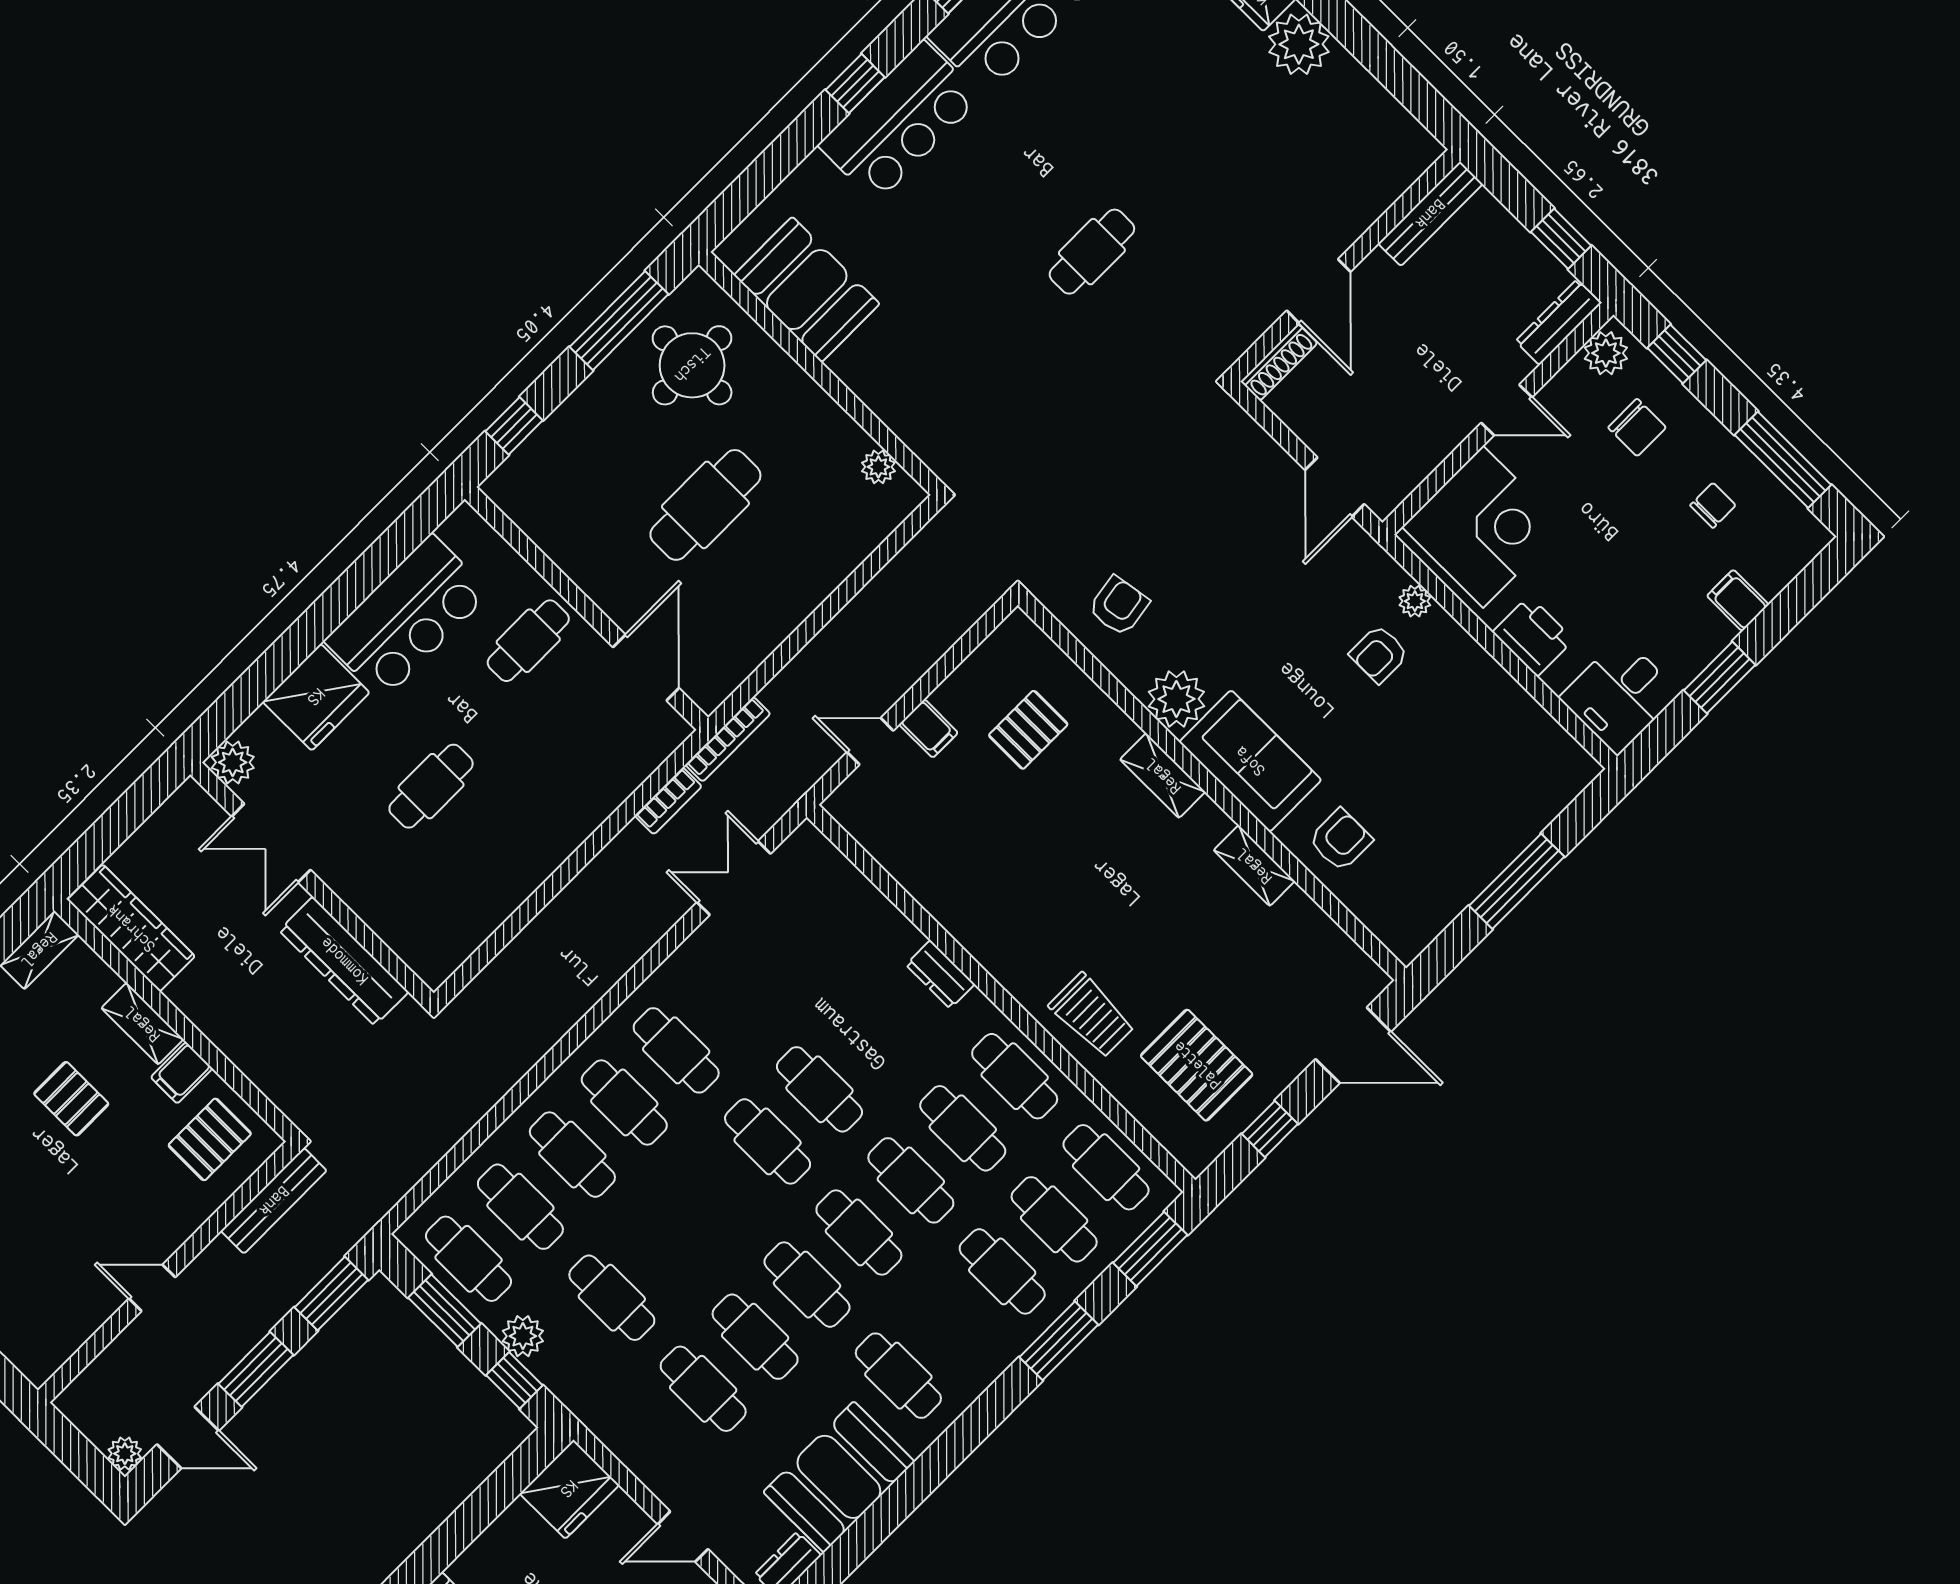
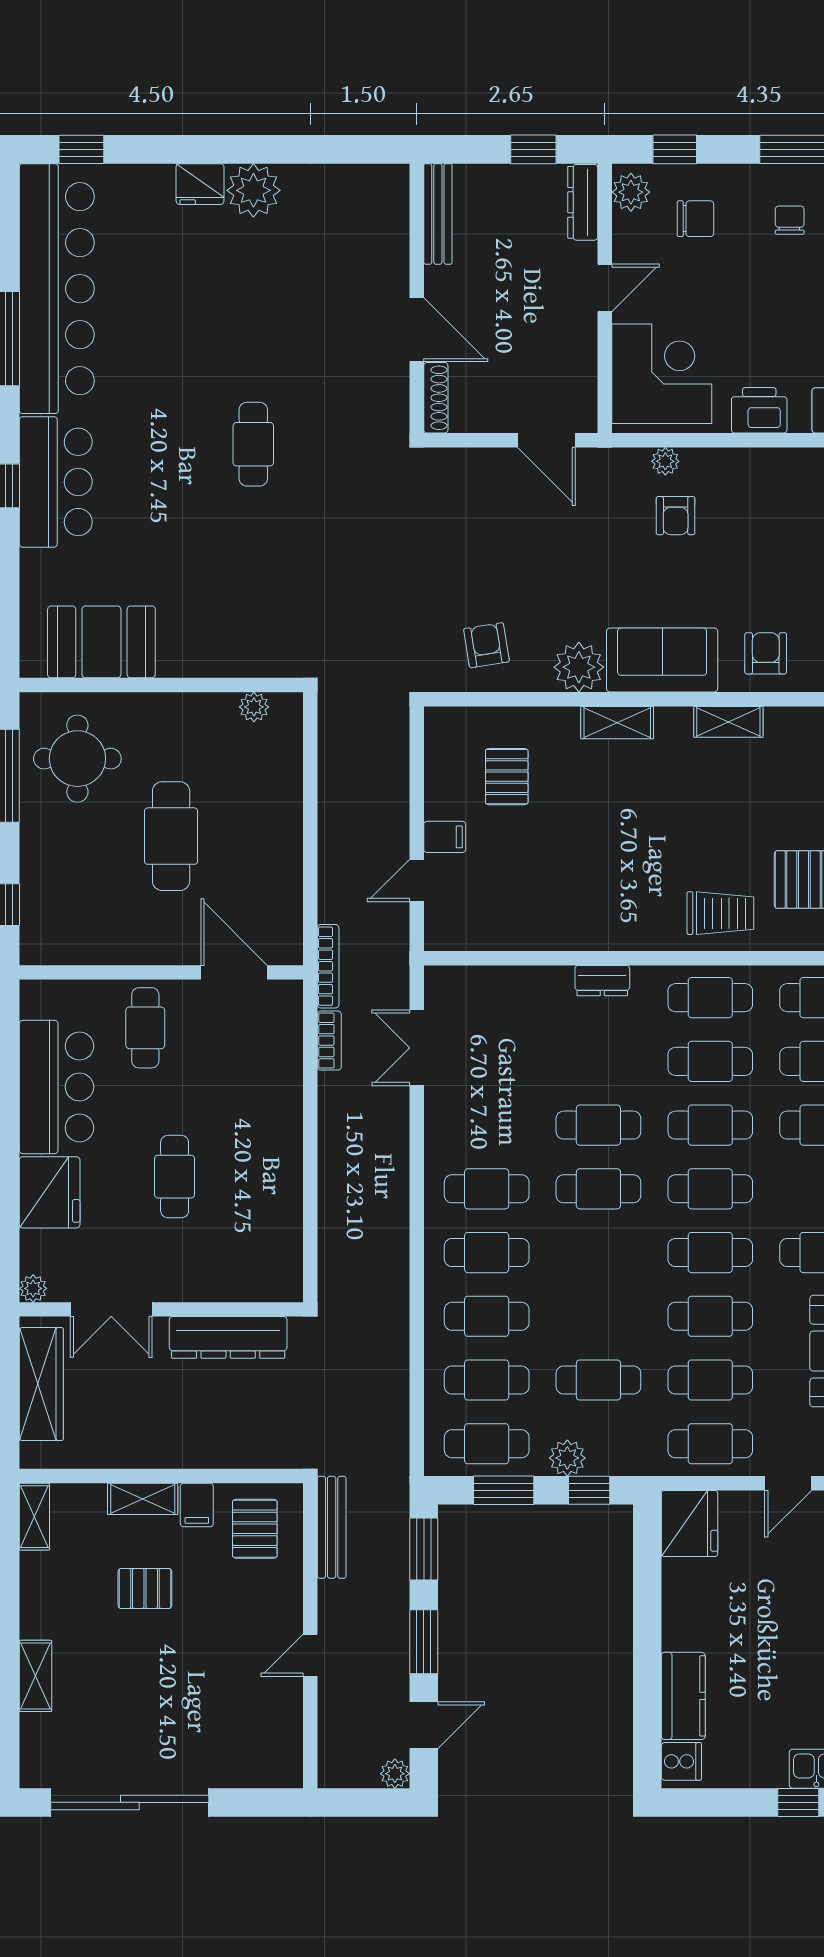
plant: (233, 762) -> (33, 1288), width x0.73, depth x0.73
wardrobe: (131, 928) -> (41, 1384), moved, turned 90
cafe table: (651, 1441) -> (710, 1444), added

